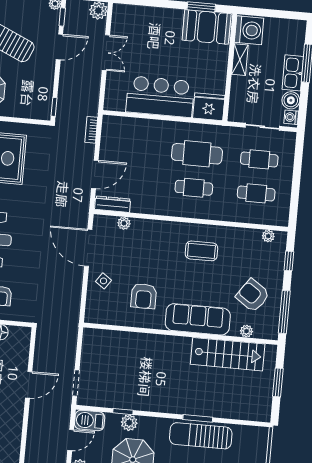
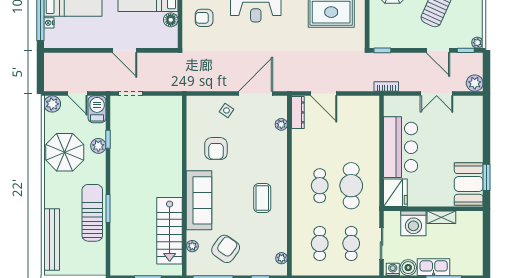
washing machine: (249, 30) -> (413, 223), moved
bookcase: (91, 130) -> (386, 87), moved
armchair: (144, 296) -> (216, 149), turned -90

